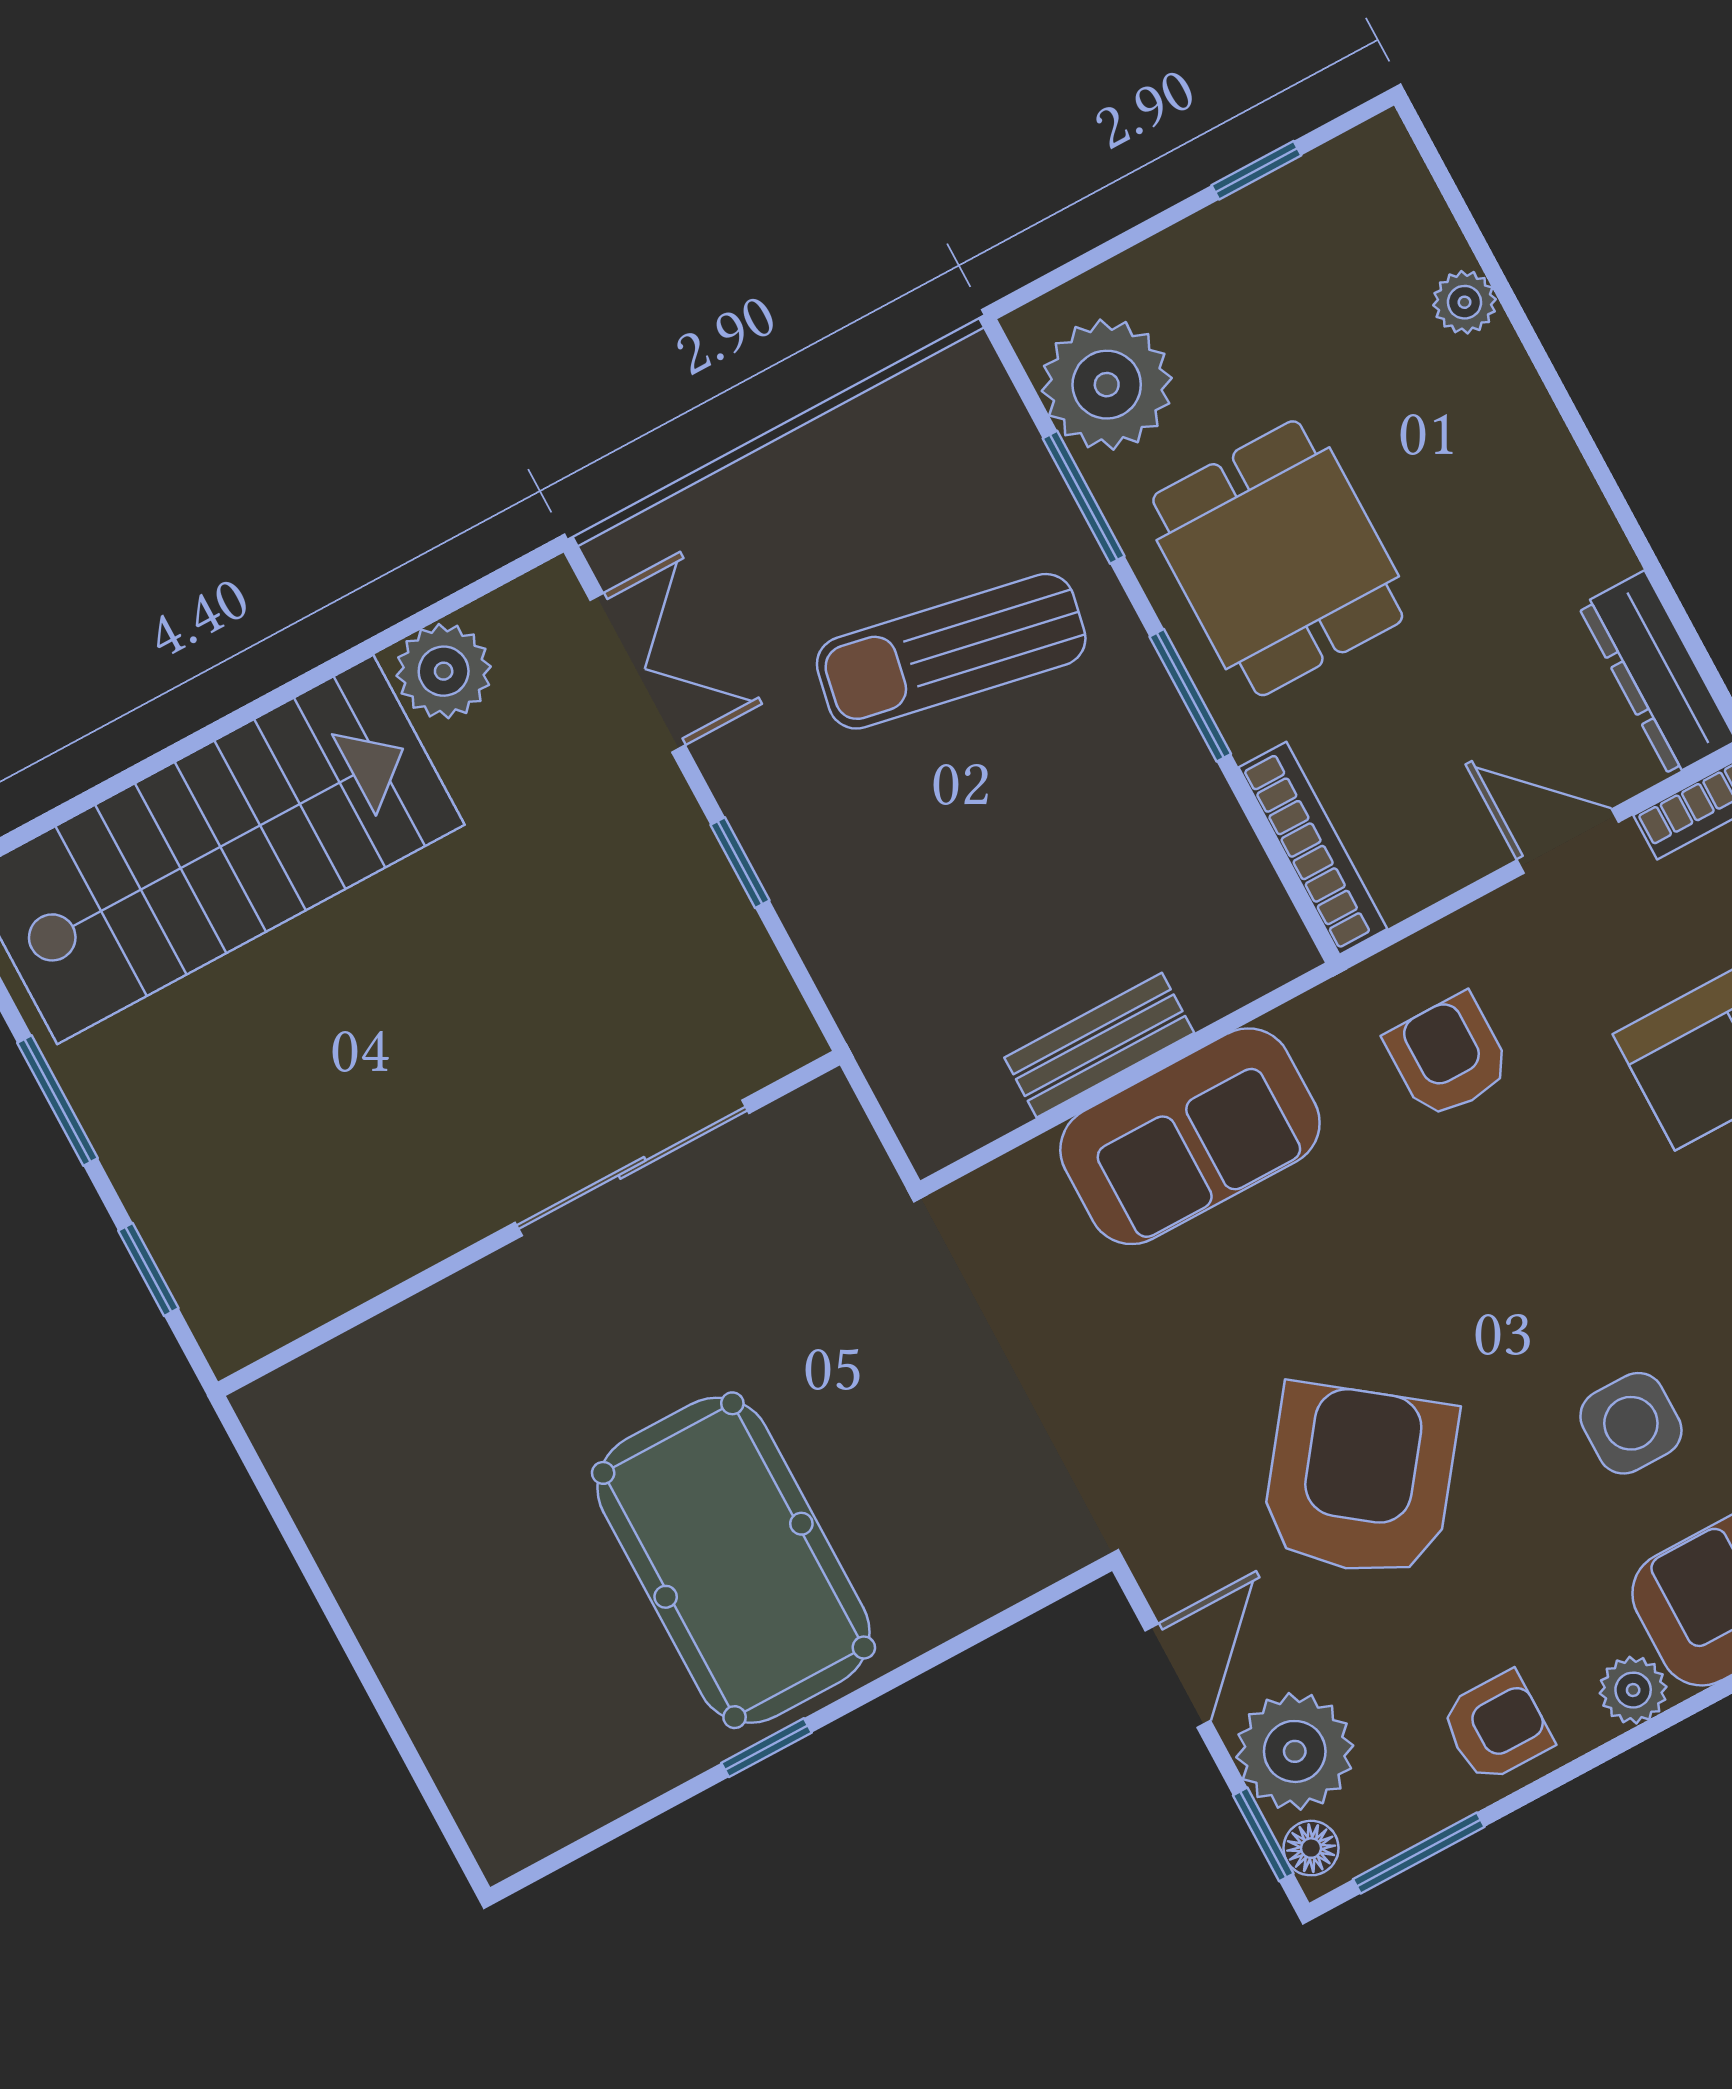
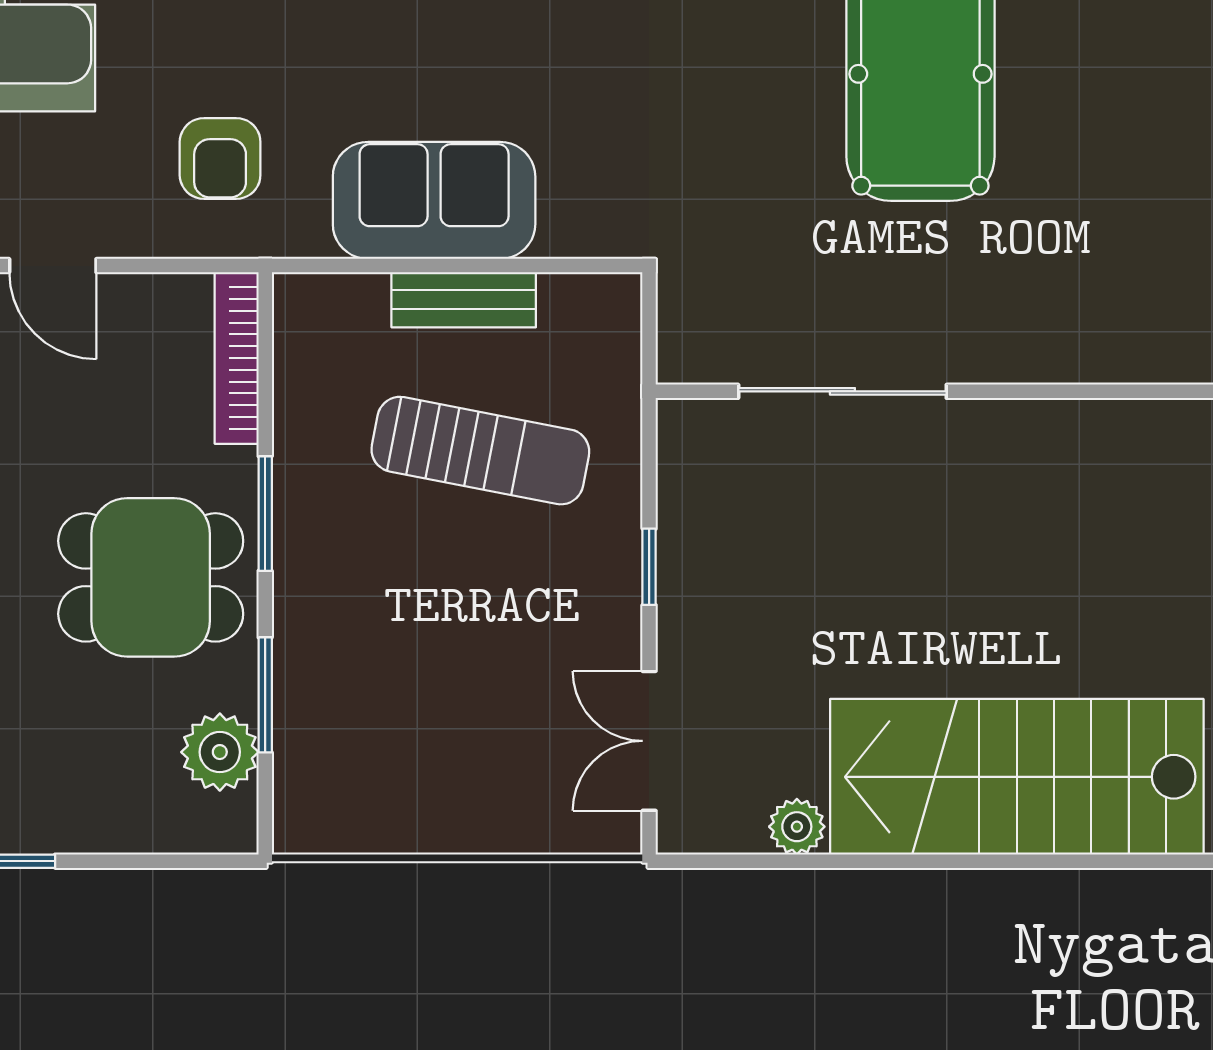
plant: (1107, 385) -> (220, 752), width x0.73, depth x0.73
dining table: (1278, 558) -> (151, 577), turned 90
sun lounger: (951, 651) -> (480, 451), moved
plant: (444, 671) -> (797, 827), width x0.73, depth x0.73

